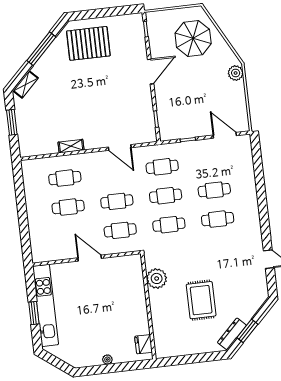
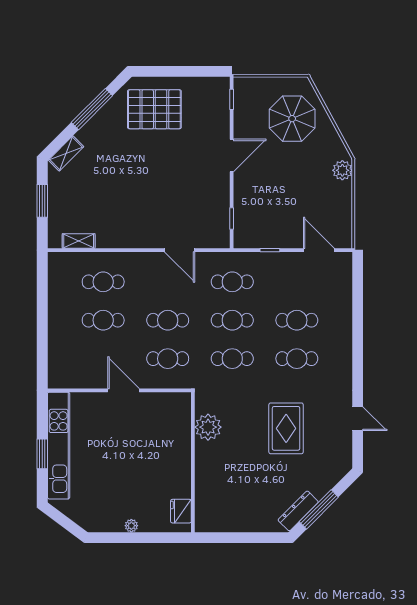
shelving: (71, 146) -> (79, 241), moved
rug: (201, 300) -> (286, 428), moved
window: (247, 331) -> (319, 509), width x1.44

